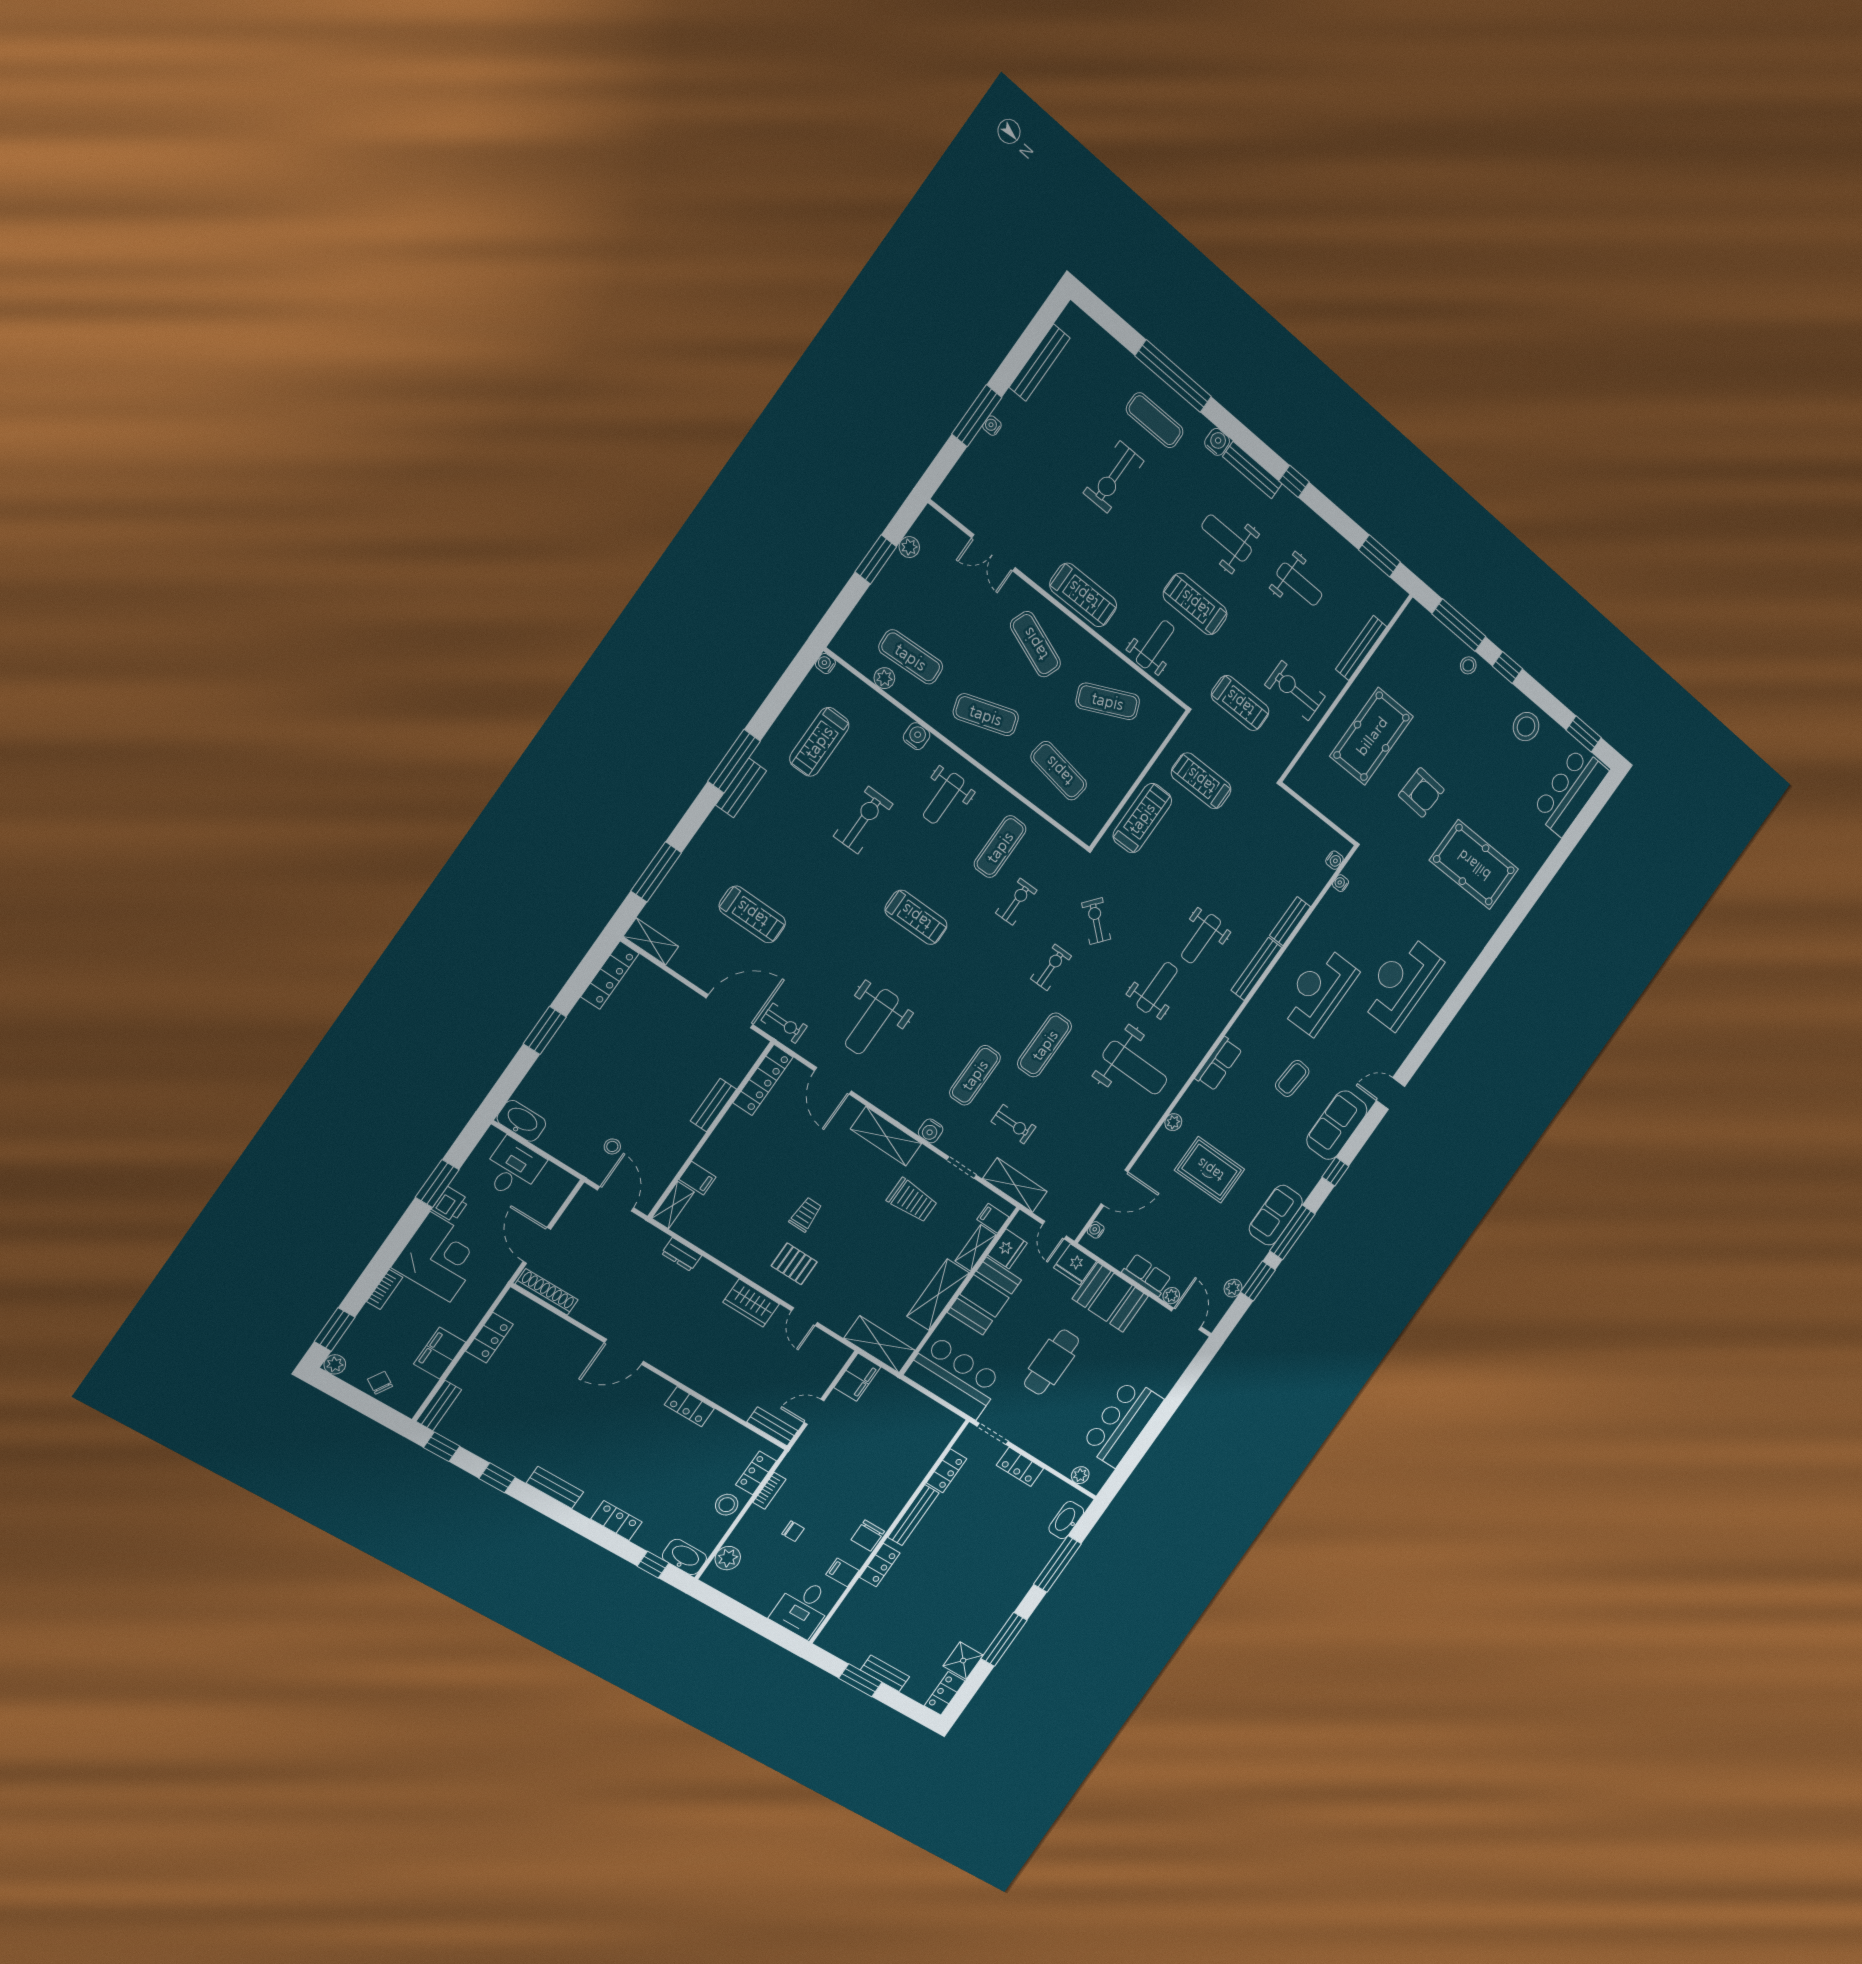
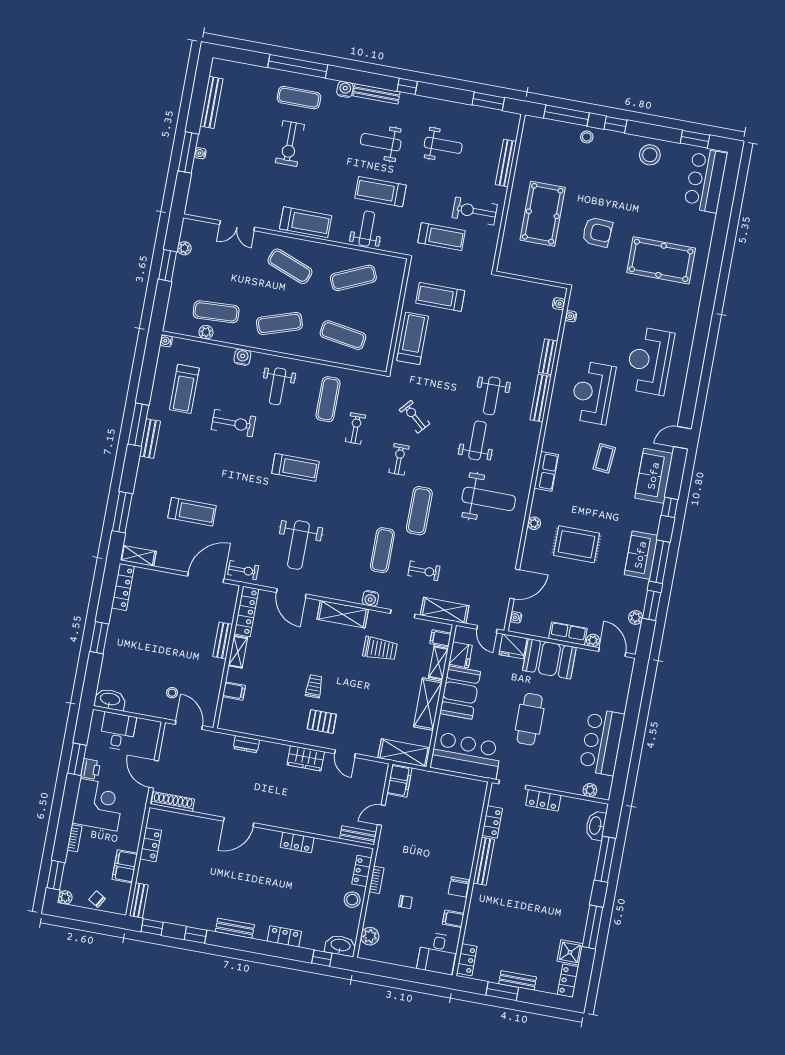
exercise bike: (863, 820) -> (233, 423), turned 90
shelving: (673, 1205) -> (238, 652), moved
locker: (880, 1565) -> (467, 960), moved

